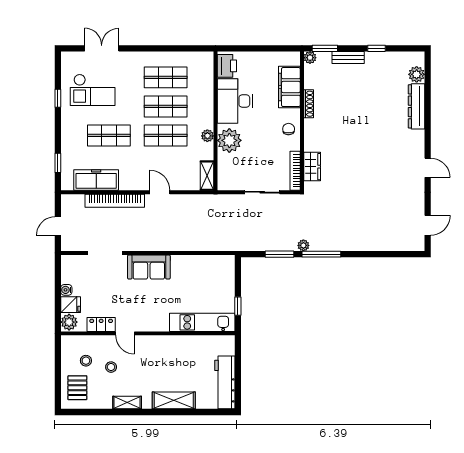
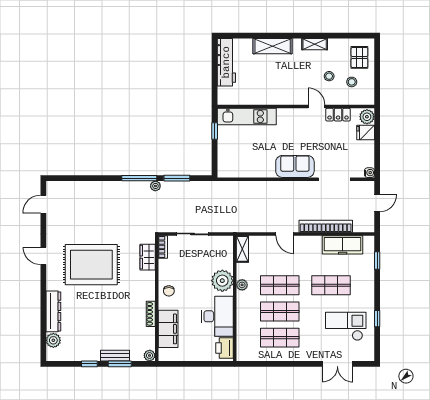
window: (325, 48) -> (120, 364), moved
rug: (374, 158) -> (91, 265), added
bookcase: (295, 171) -> (163, 247), width x0.64
water cooler: (66, 290) -> (369, 173), moved

